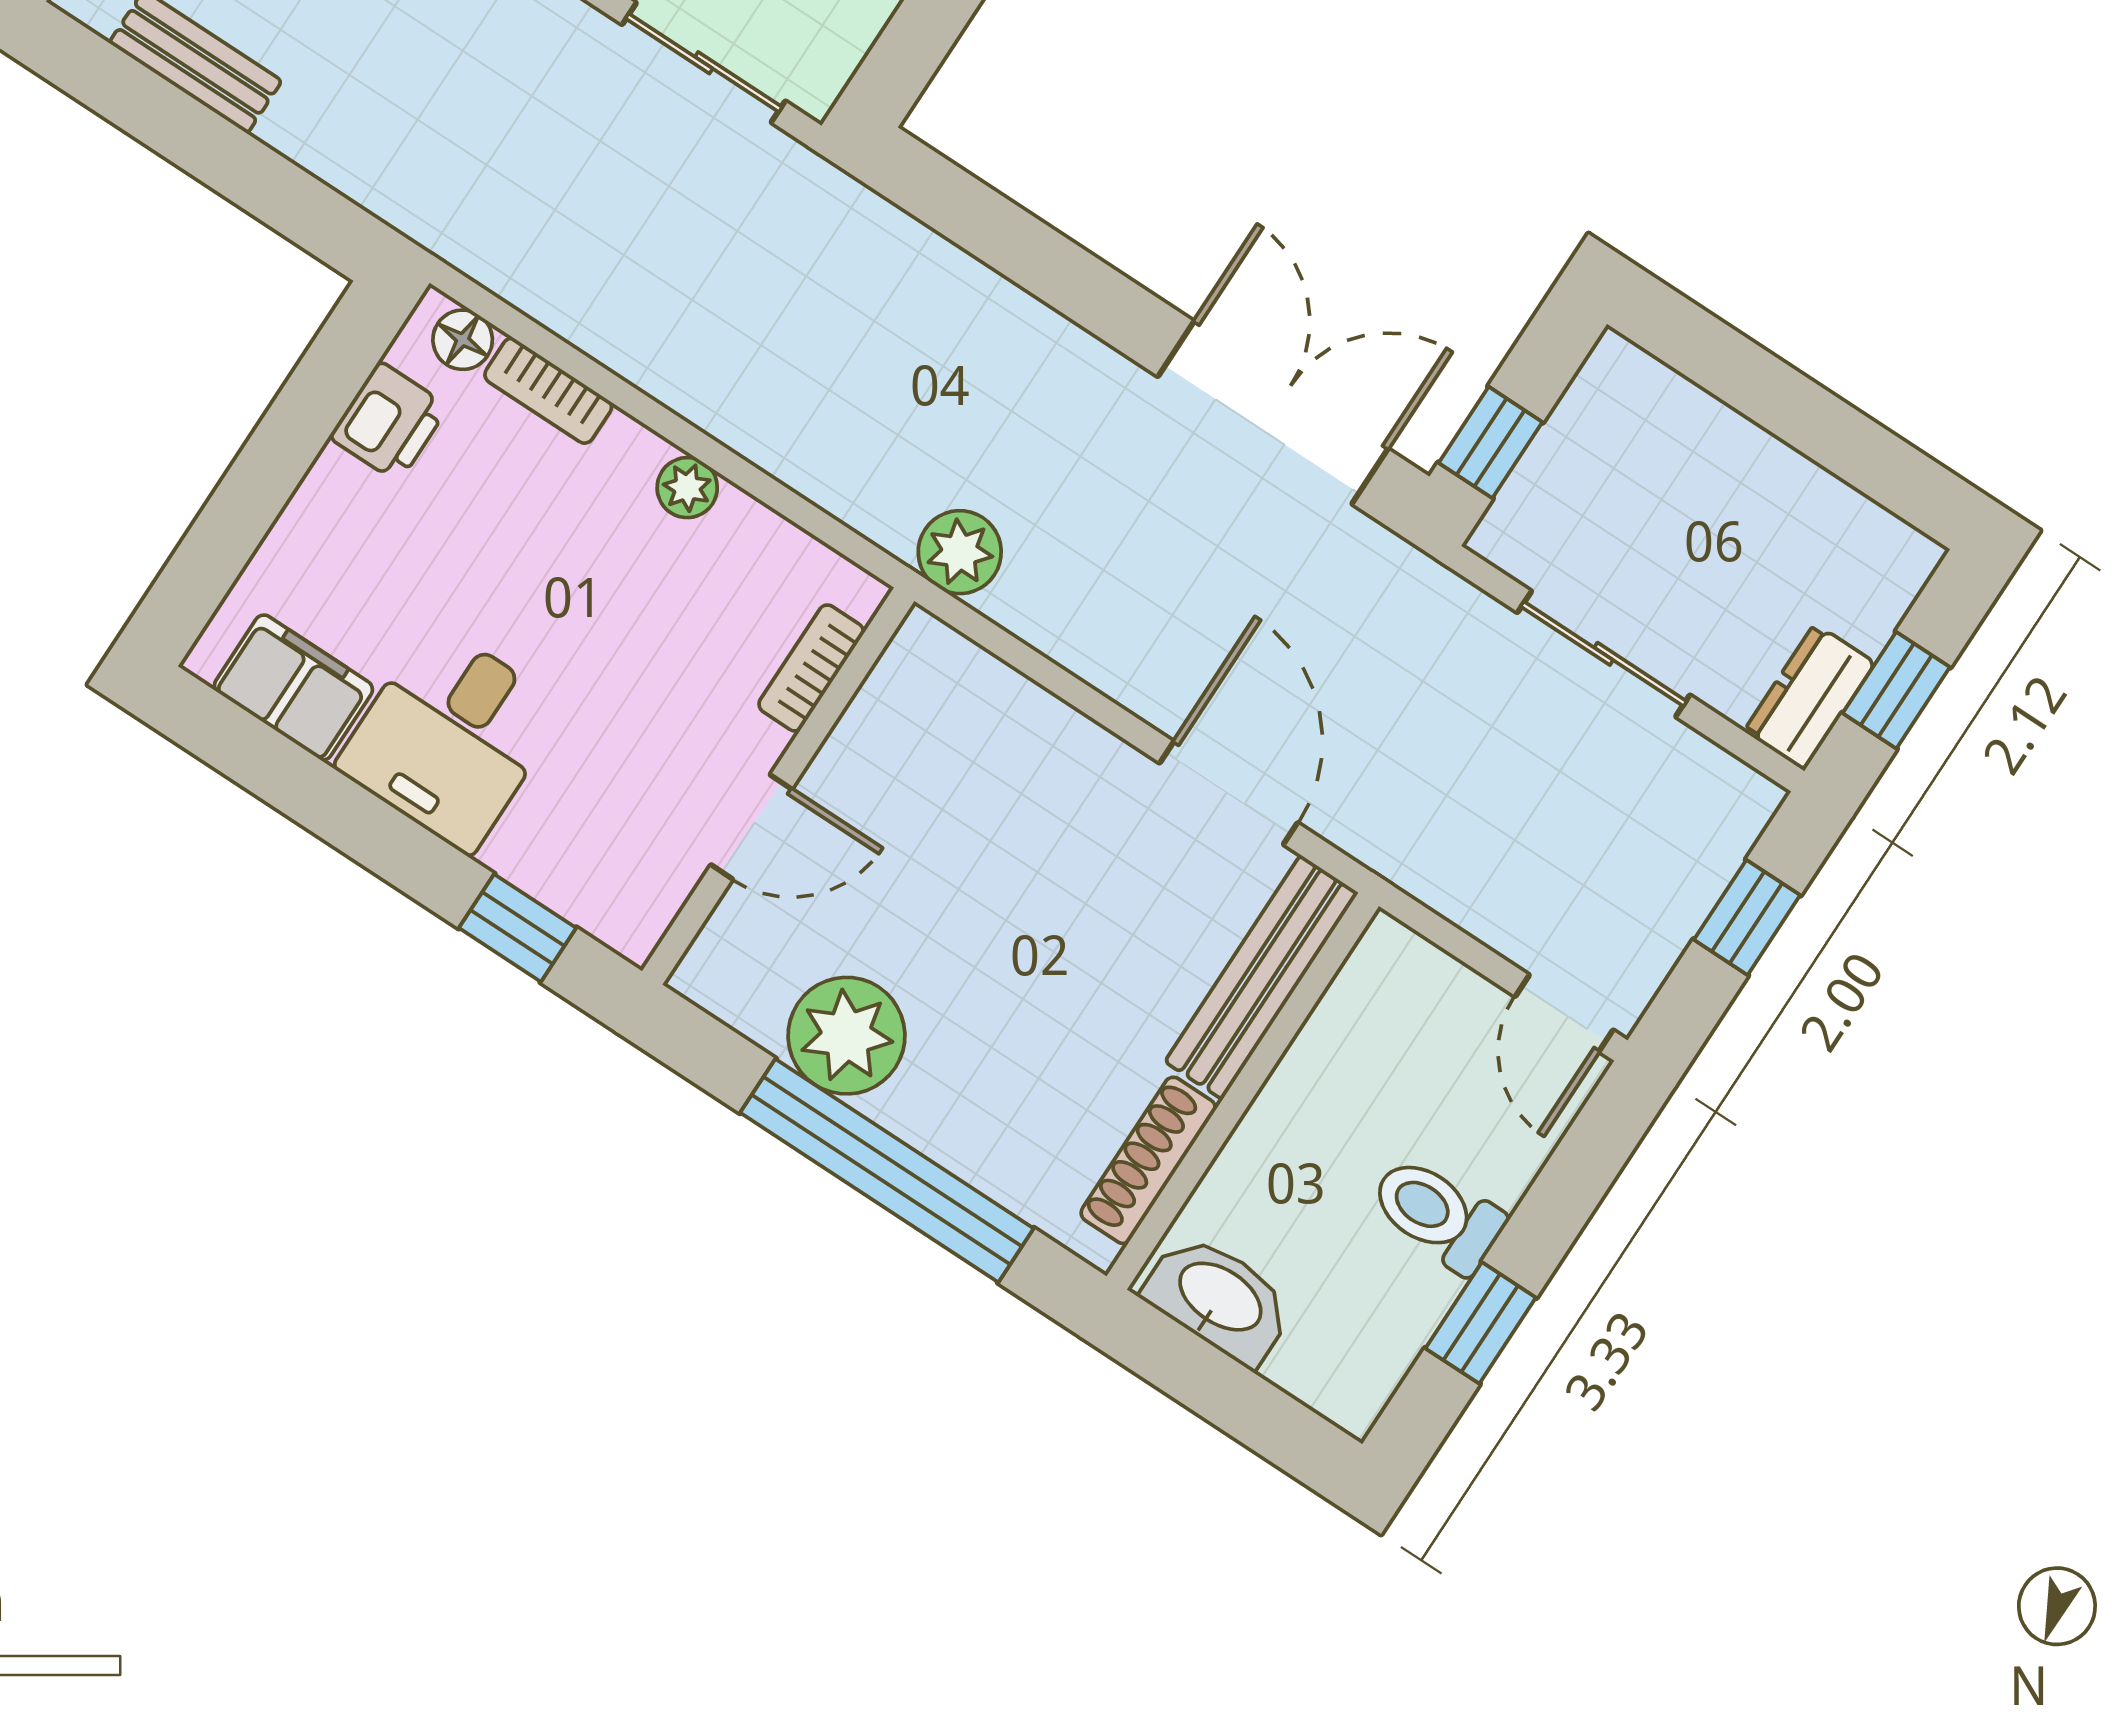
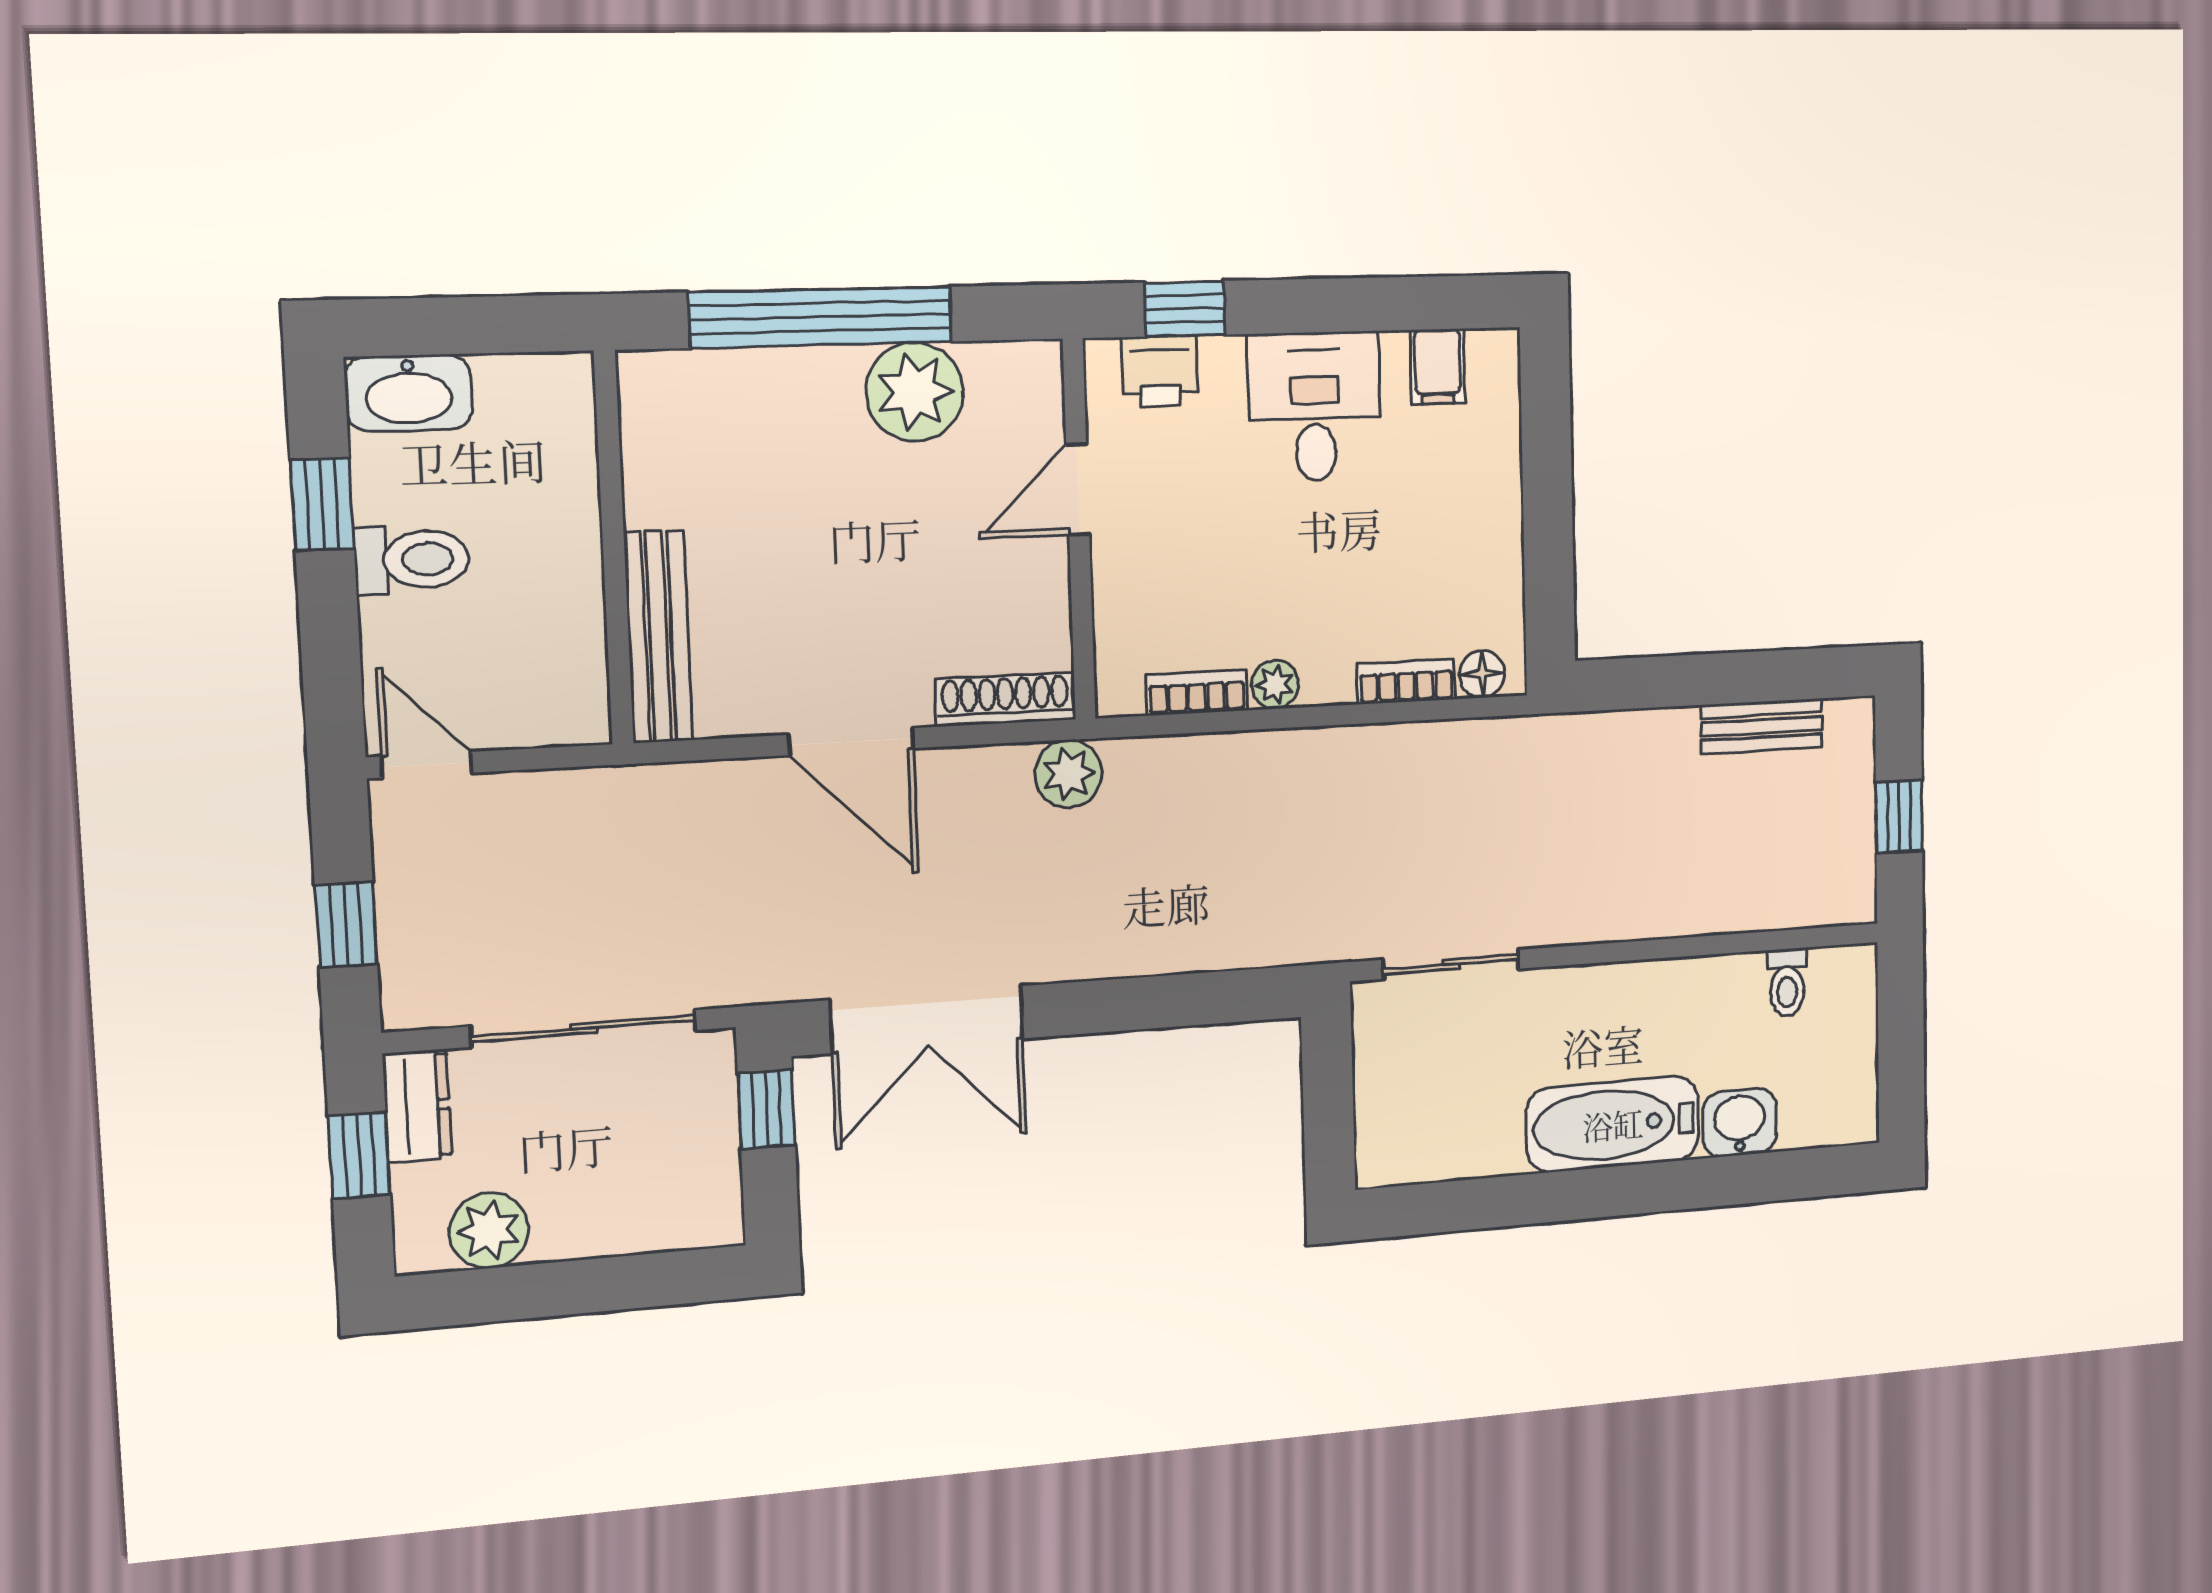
printer: (389, 422) -> (1160, 371), moved, turned -90
plant: (1833, 526) -> (489, 1230), added
sliding door: (1604, 654) -> (584, 1028), width x1.37
bookcase: (811, 668) -> (1197, 692), moved, turned -90
filing cabinet: (293, 687) -> (1437, 367), width x0.50
door: (1229, 793) -> (851, 742), moved
shoe rack: (1148, 1160) -> (1005, 699), moved, turned -90
washbasin: (1219, 1299) -> (409, 393), moved

